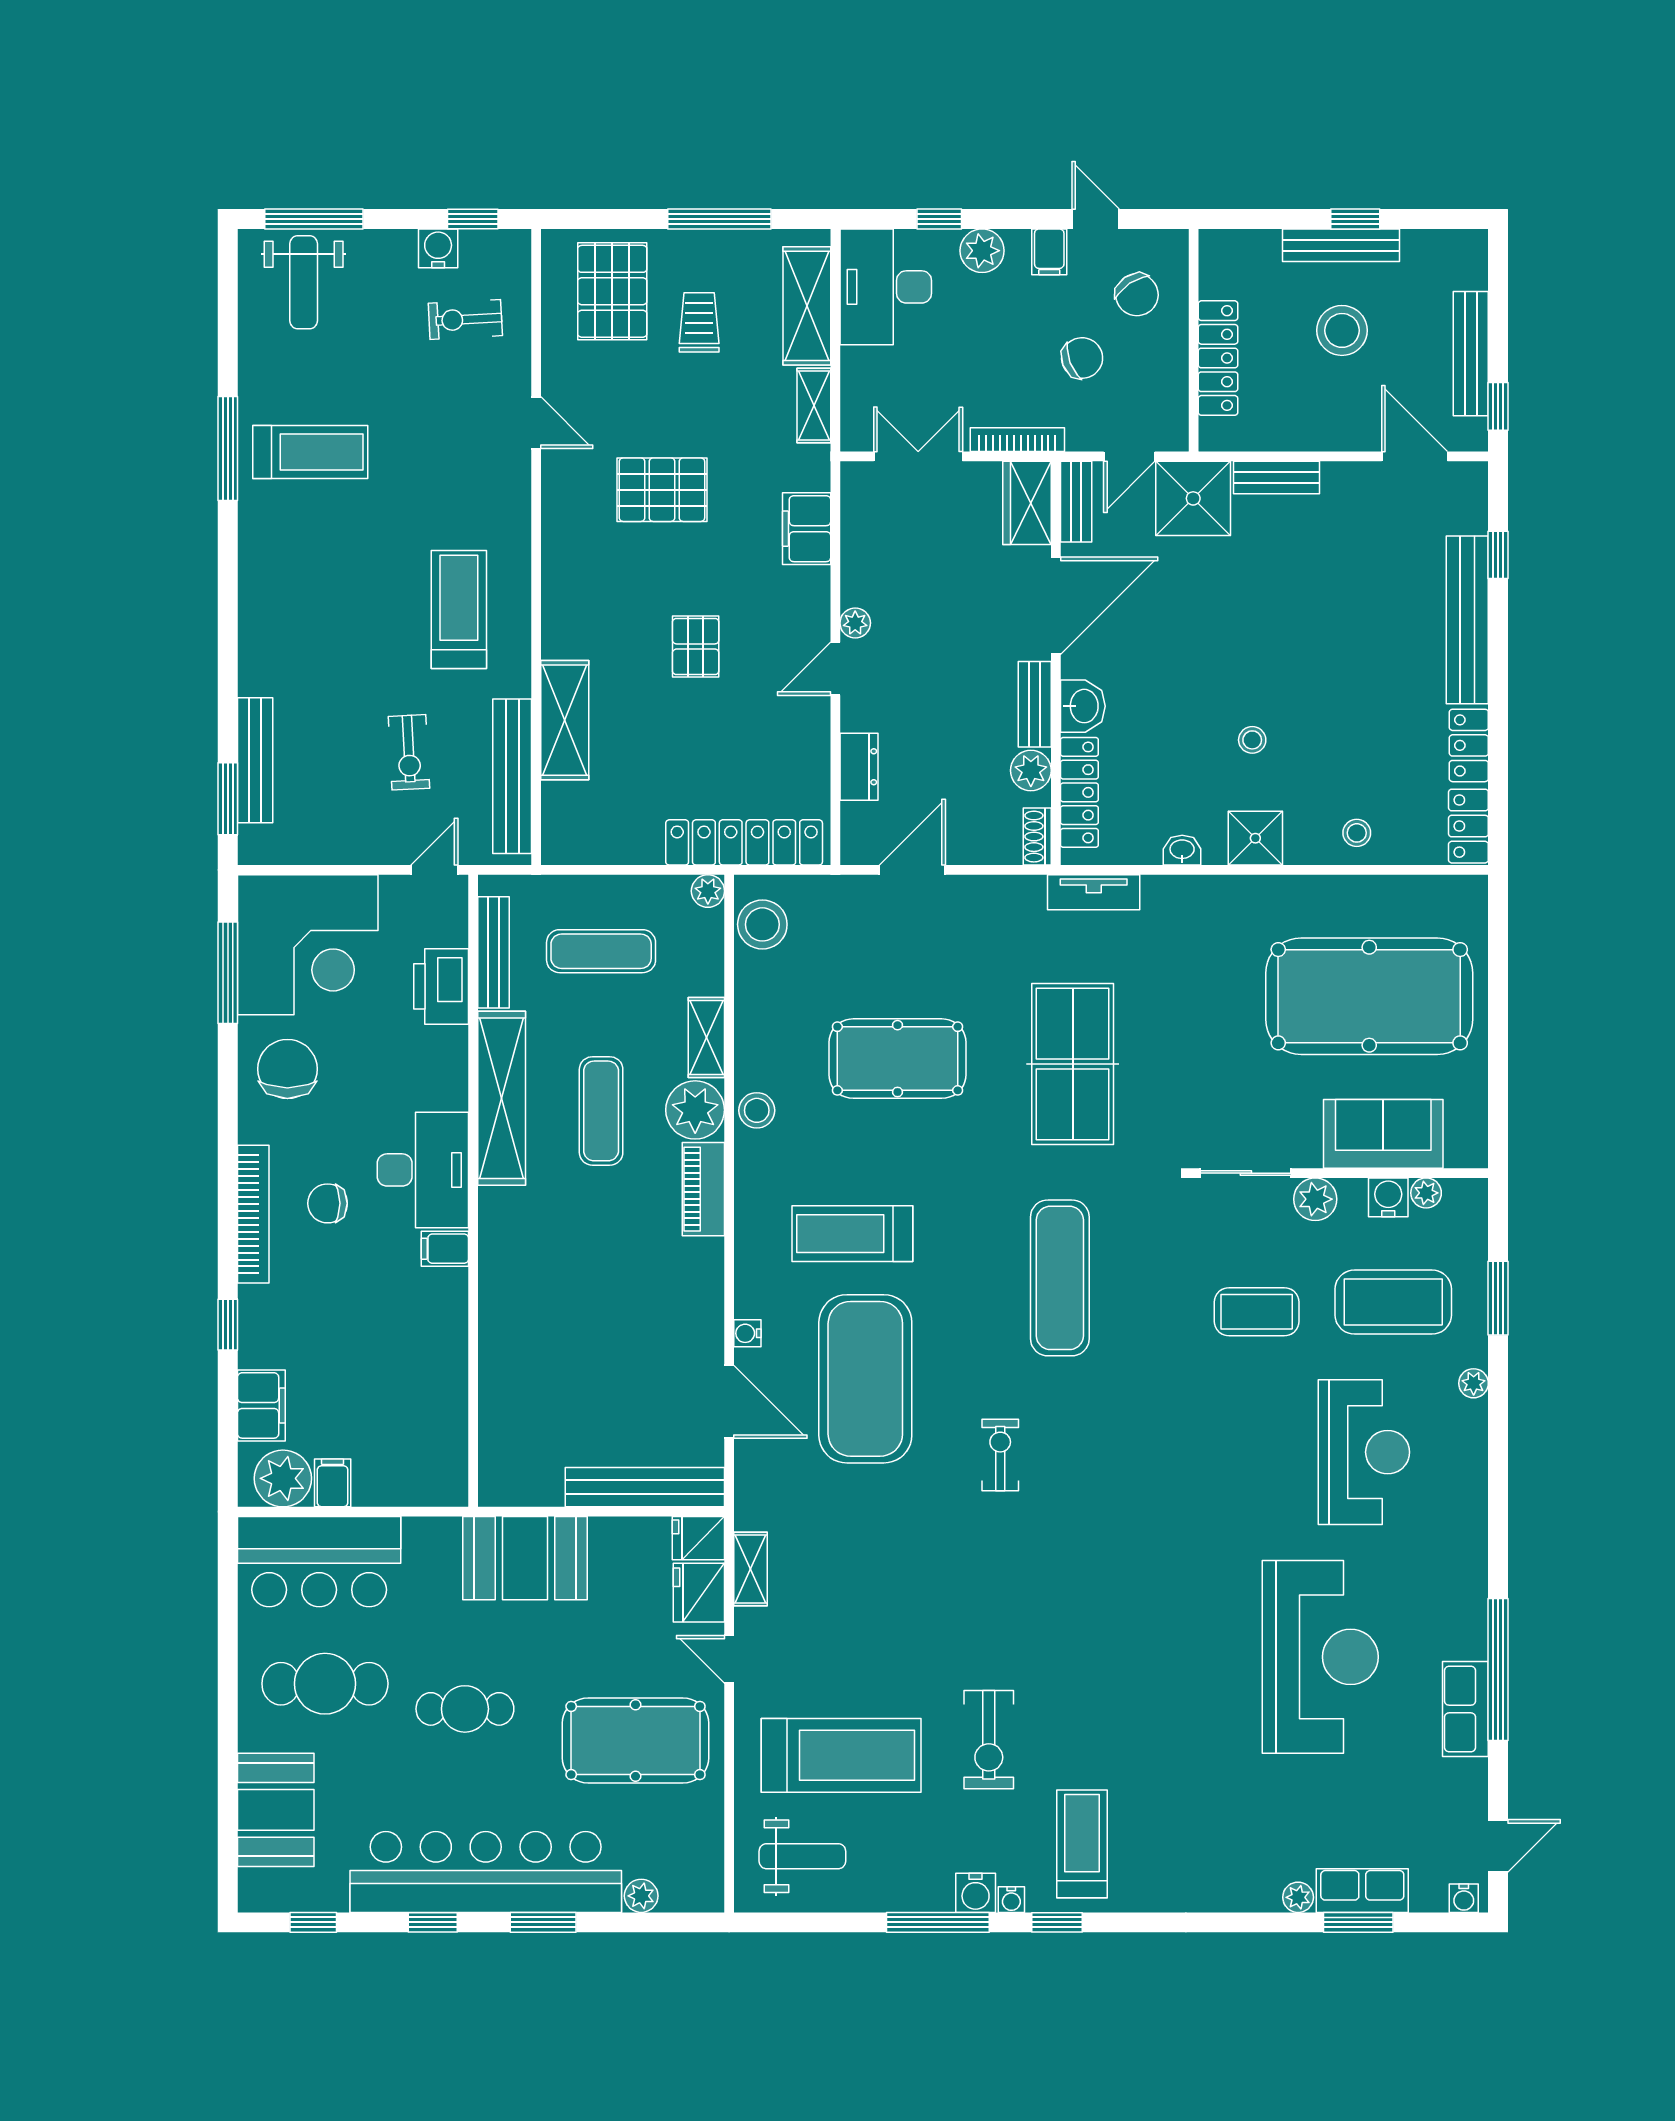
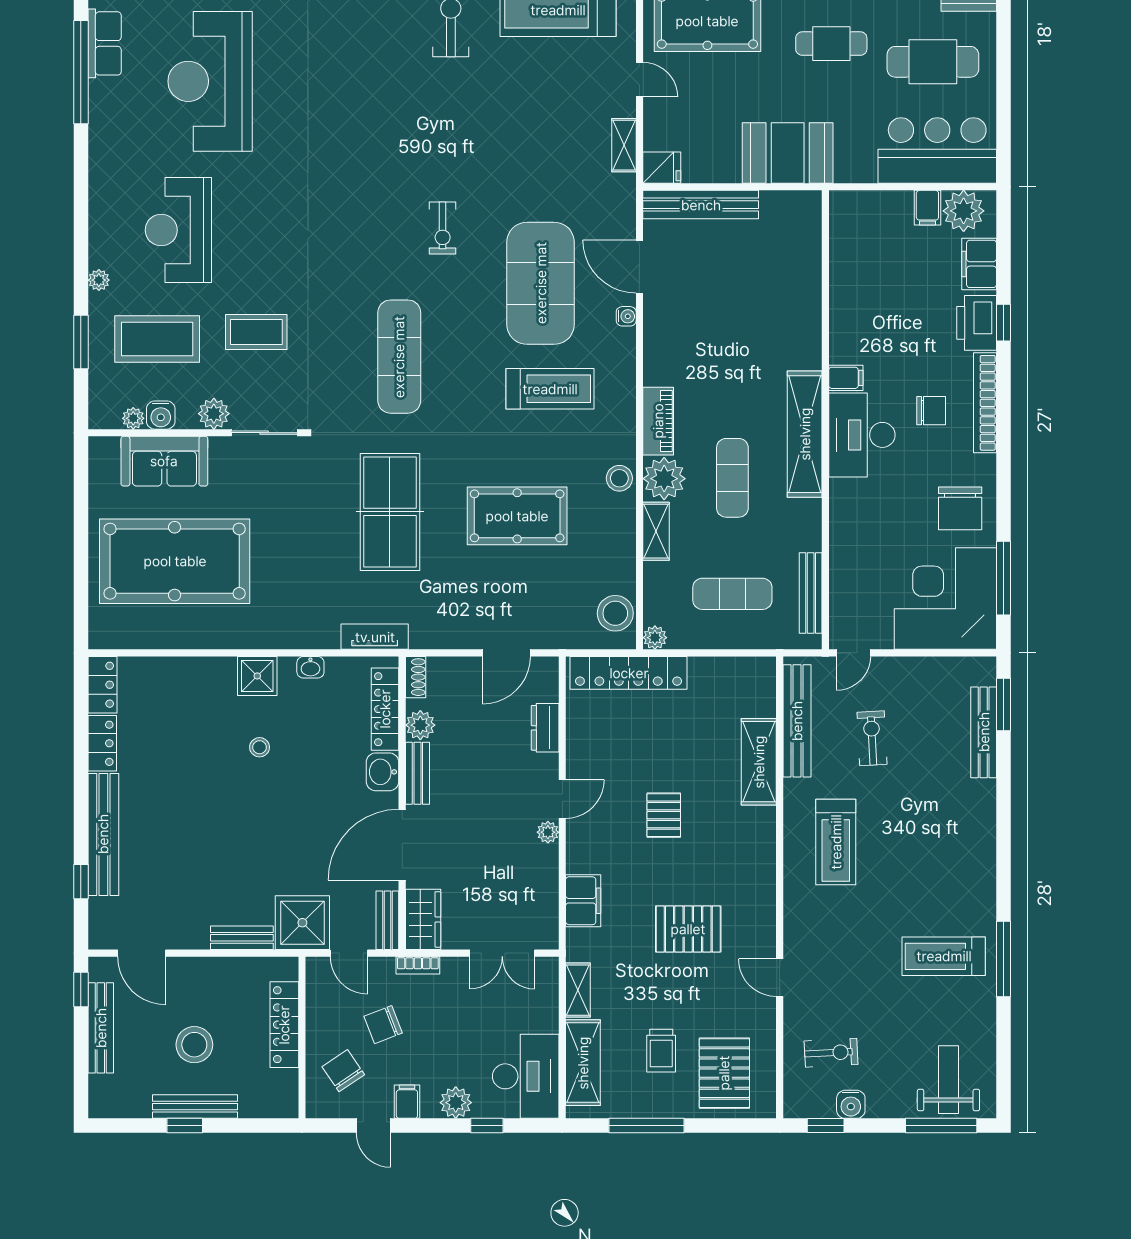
bookcase: (1017, 440) -> (418, 965), width x0.64
door: (1129, 456) -> (349, 953), swing flipped
stool: (1357, 833) -> (184, 680), removed
printer: (441, 986) -> (977, 323), moved, turned 180
shelving: (502, 1098) -> (805, 434), moved
fridge: (699, 1593) -> (661, 128), removed

